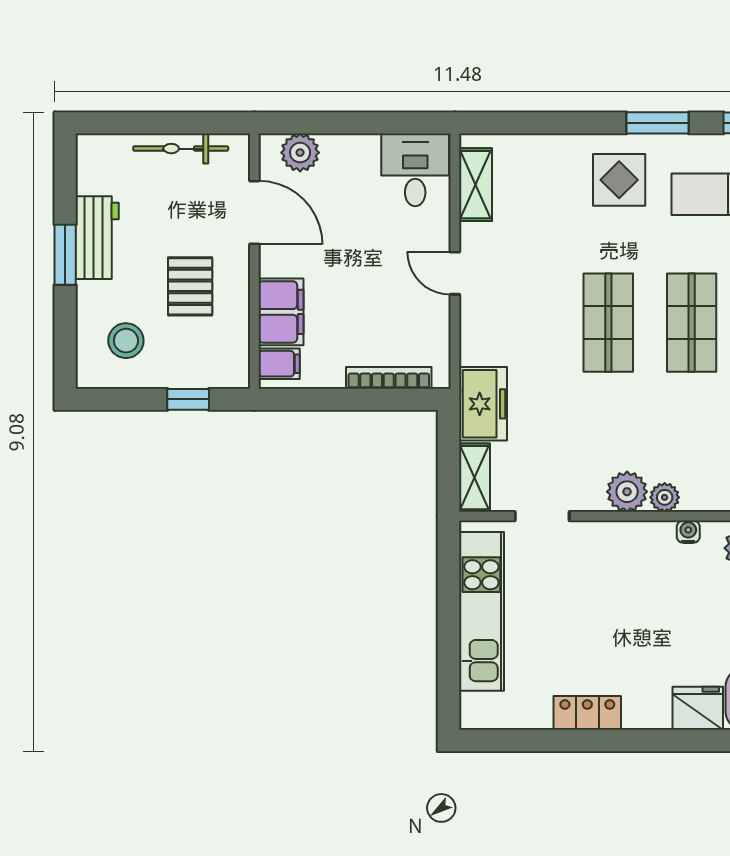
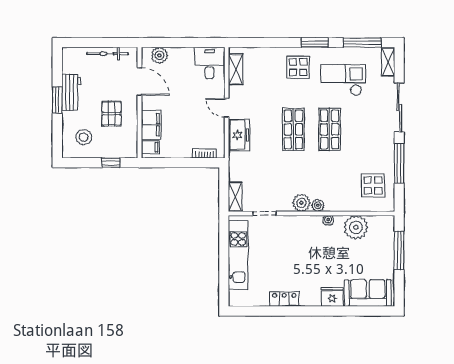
bookcase: (389, 378) -> (205, 153), width x0.64
freezer: (483, 404) -> (239, 135), moved

